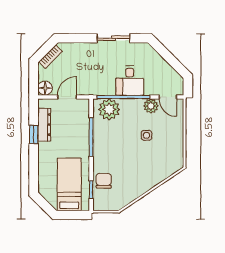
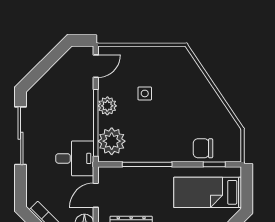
sliding door: (113, 38) -> (21, 136), width x1.37
desk: (130, 81) -> (75, 158), moved
door: (67, 97) -> (96, 195), hinge flipped
plant: (151, 106) -> (107, 106), moved

